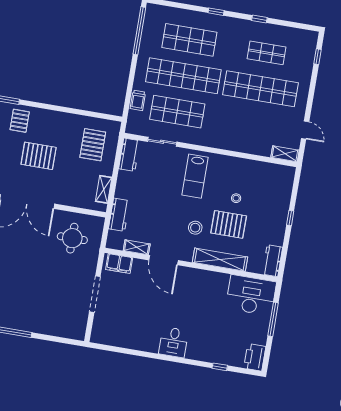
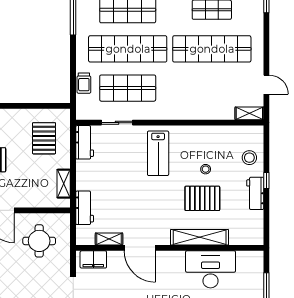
stool: (195, 228) -> (249, 158), moved
workbench: (272, 261) -> (255, 193), moved
desk: (251, 295) -> (211, 269), moved

